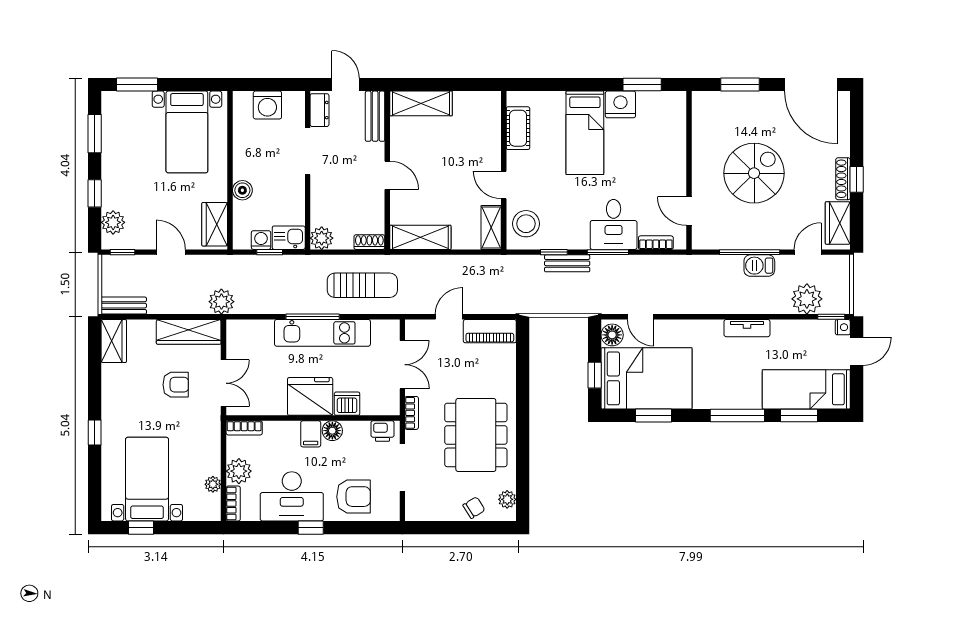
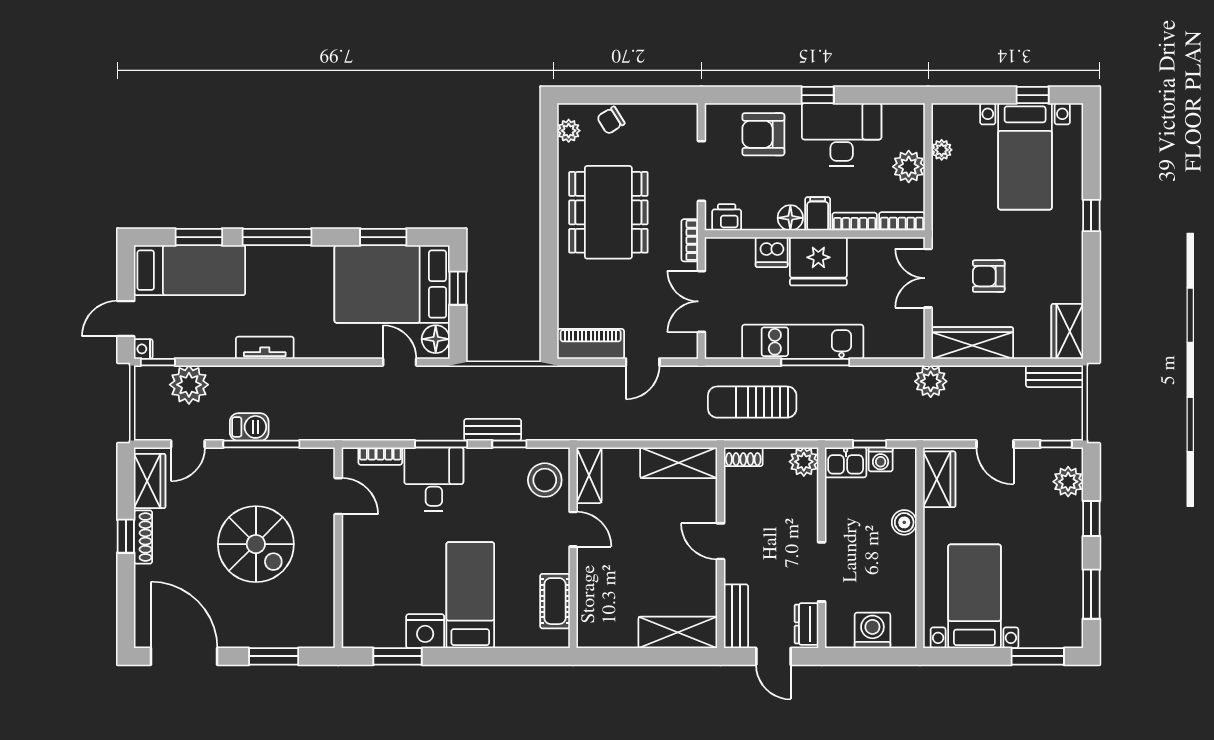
spiral stairs: (754, 173) -> (256, 544), turned -90
bookcase: (233, 504) -> (855, 222), moved, turned 90

